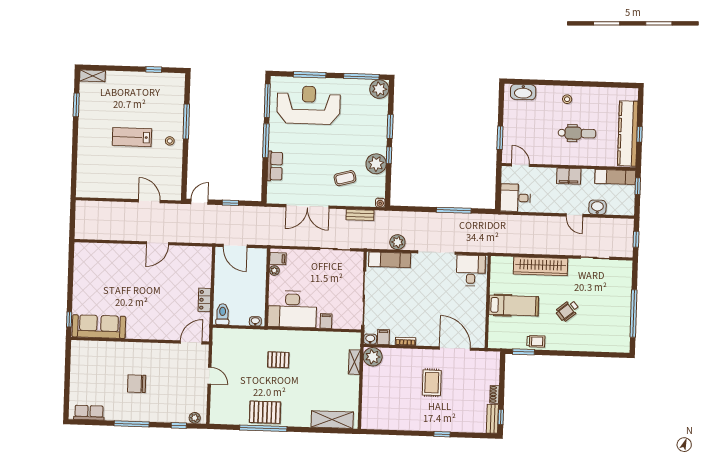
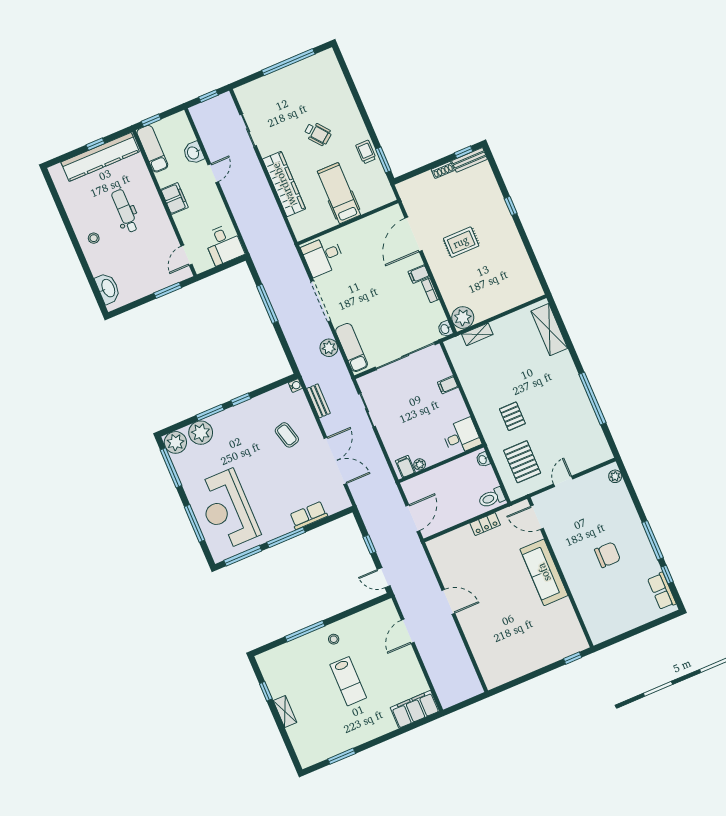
shelving: (92, 76) -> (285, 712), moved
plant: (376, 164) -> (201, 433), moved
filing cabinet: (86, 179) -> (415, 709), added
desk: (292, 309) -> (461, 437), width x0.53, depth x0.77
sofa: (99, 327) -> (544, 572), moved
filing cabinet: (383, 337) -> (419, 274), moved
chair: (137, 384) -> (608, 555), turned -90
pallet: (265, 412) -> (522, 462), moved
window: (179, 425) -> (667, 575), moved

